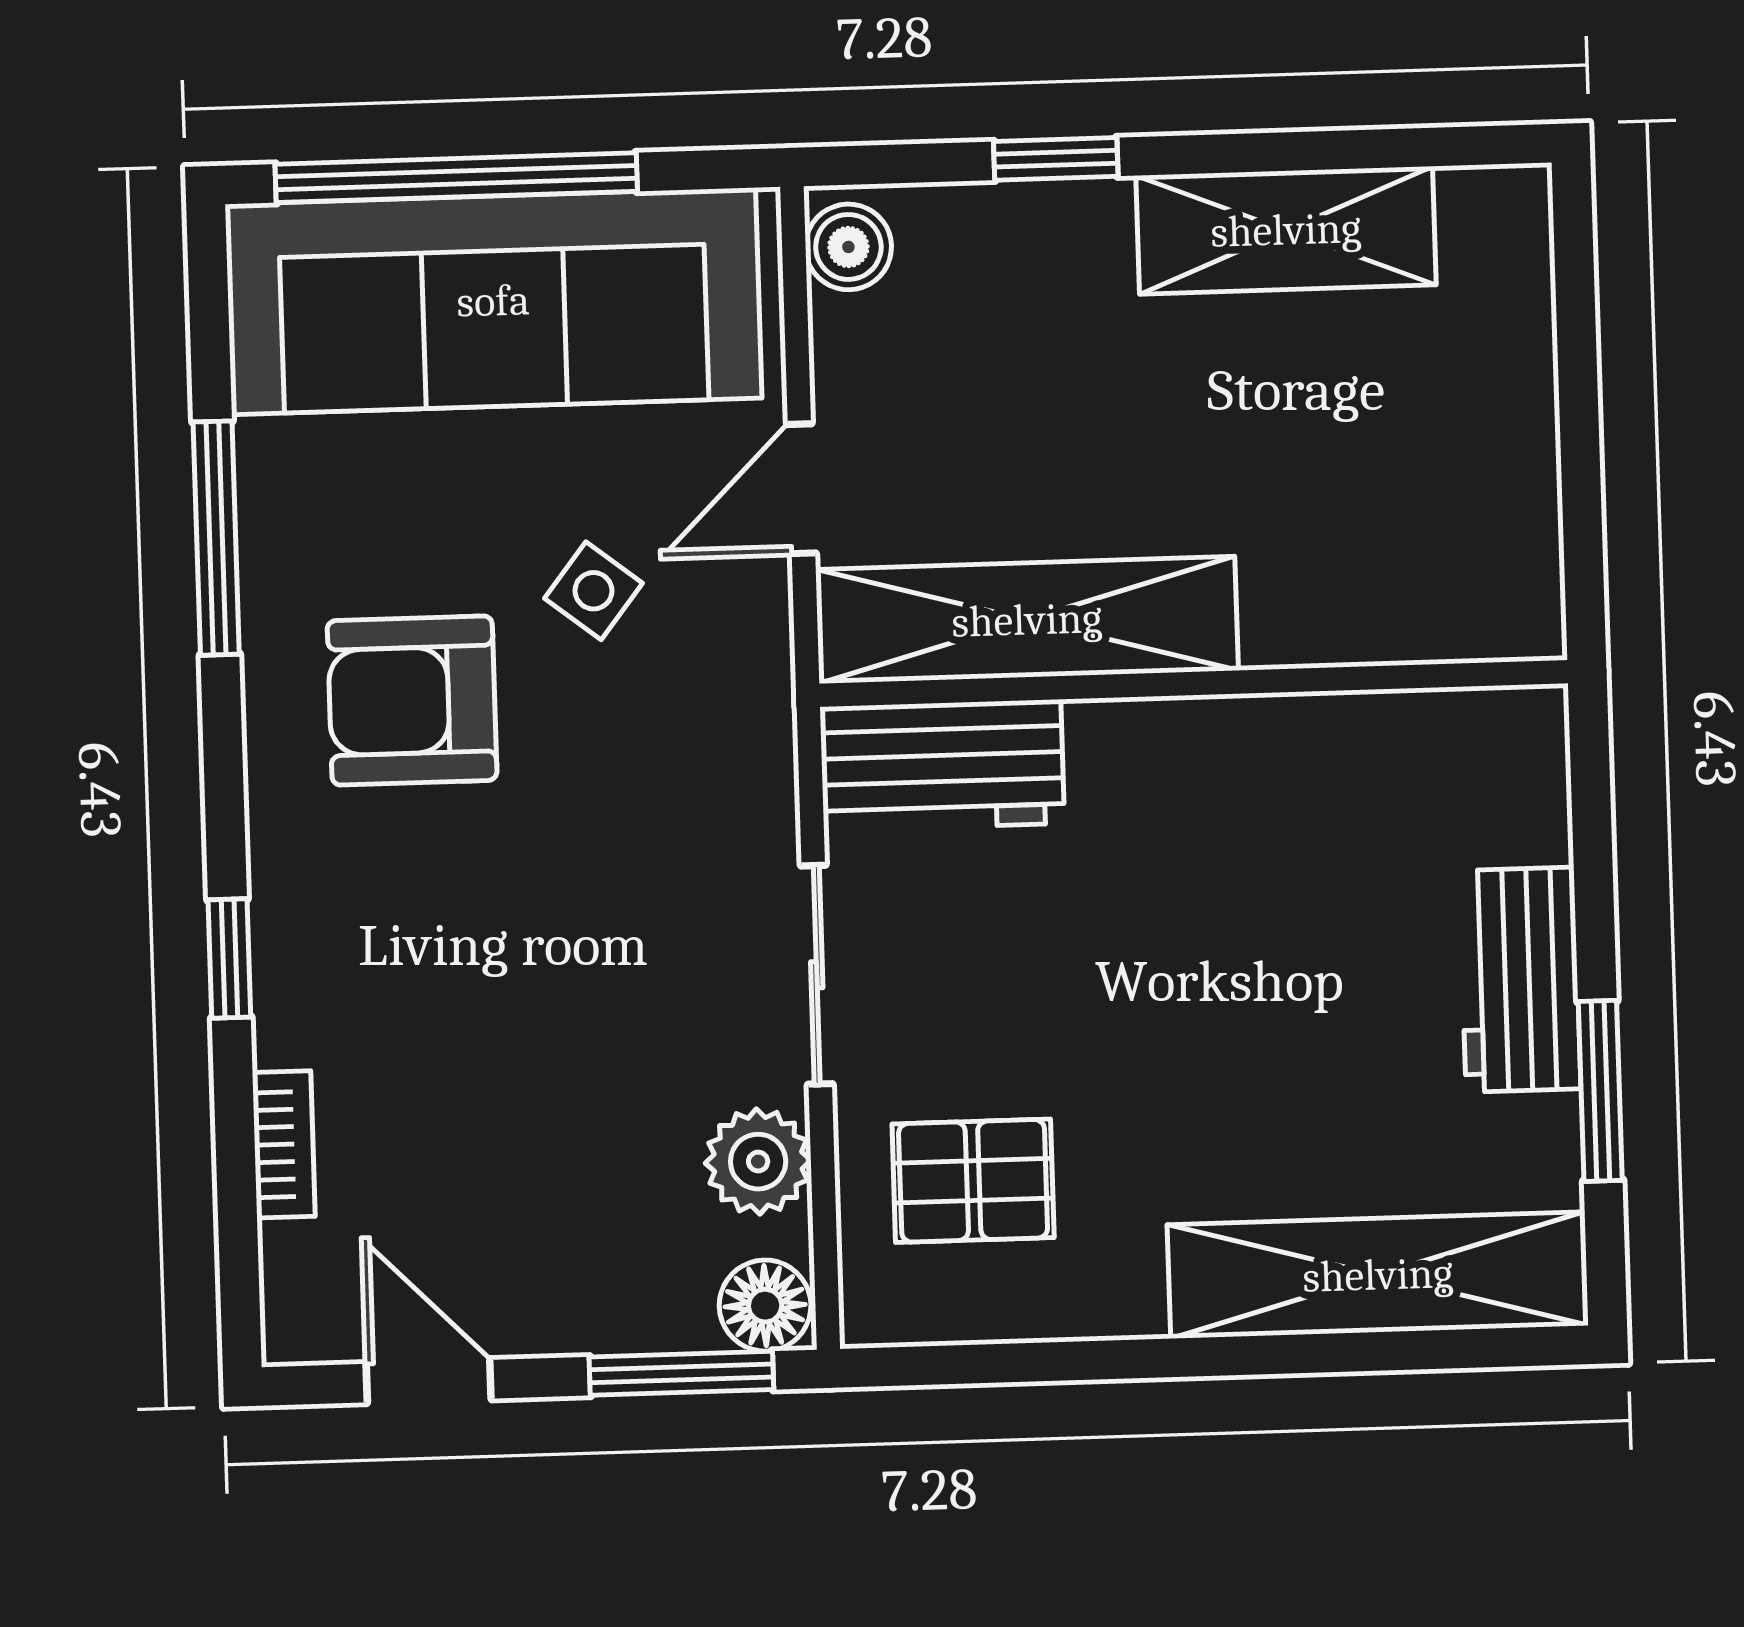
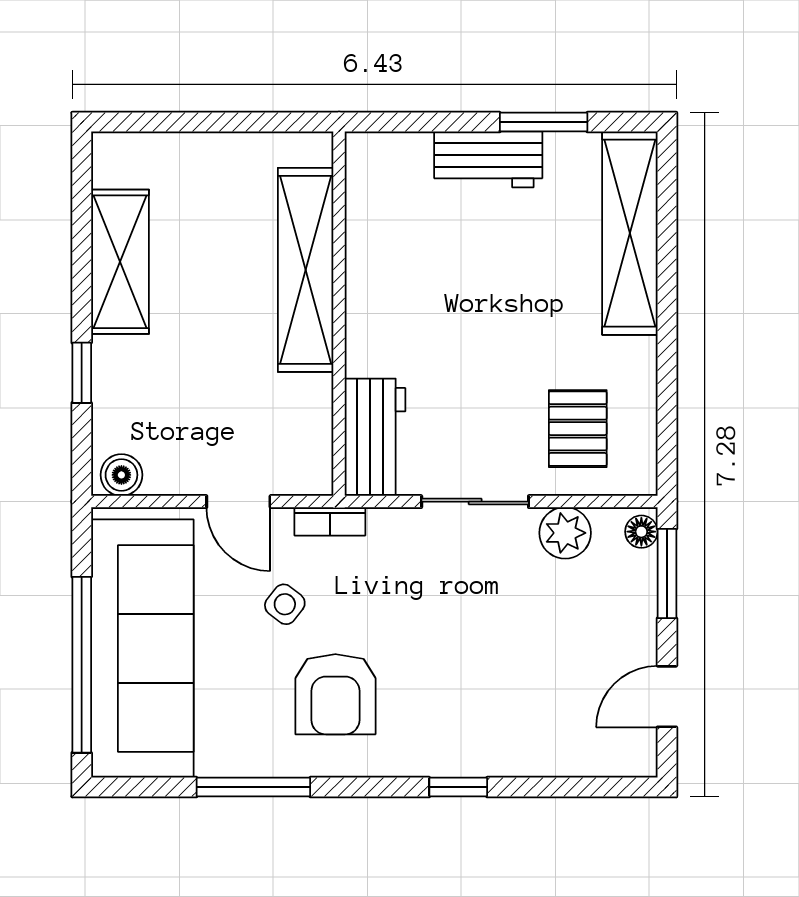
shelving: (1027, 620) -> (306, 270), moved
bookcase: (284, 1144) -> (330, 521), moved, turned 180
floor lamp: (765, 1306) -> (641, 532), width x0.73, depth x0.73

